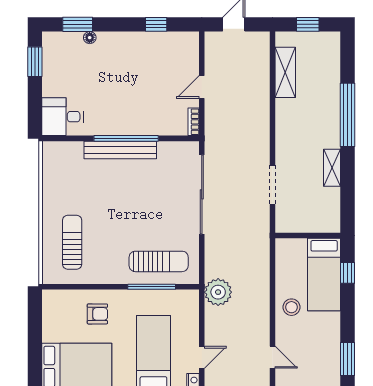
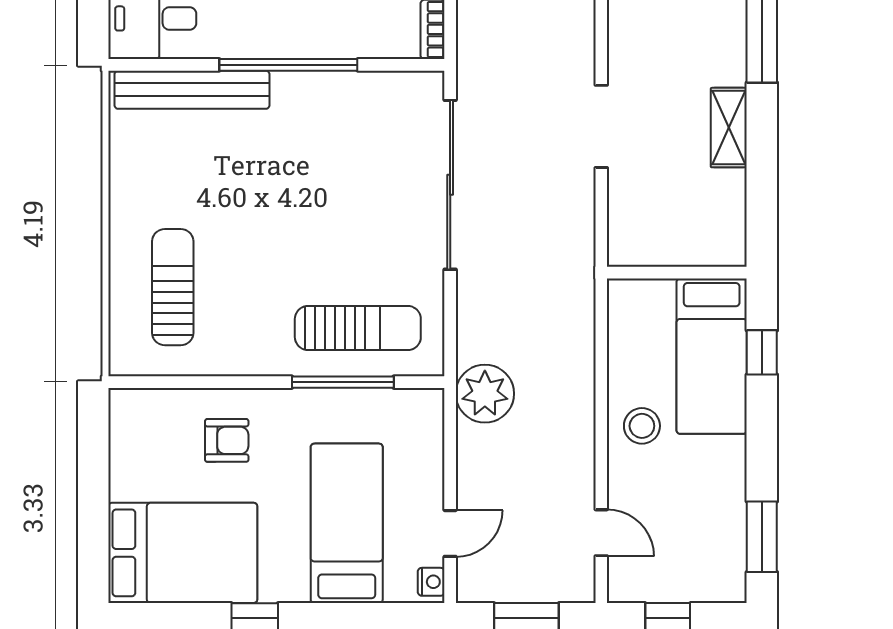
bench: (120, 150) -> (192, 90), moved
doorway: (272, 185) -> (601, 126), moved

